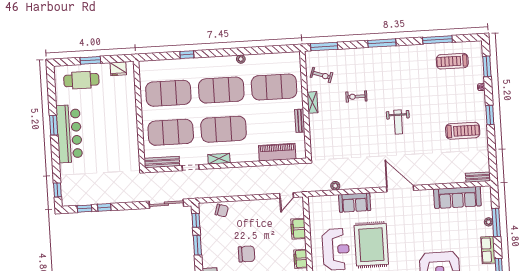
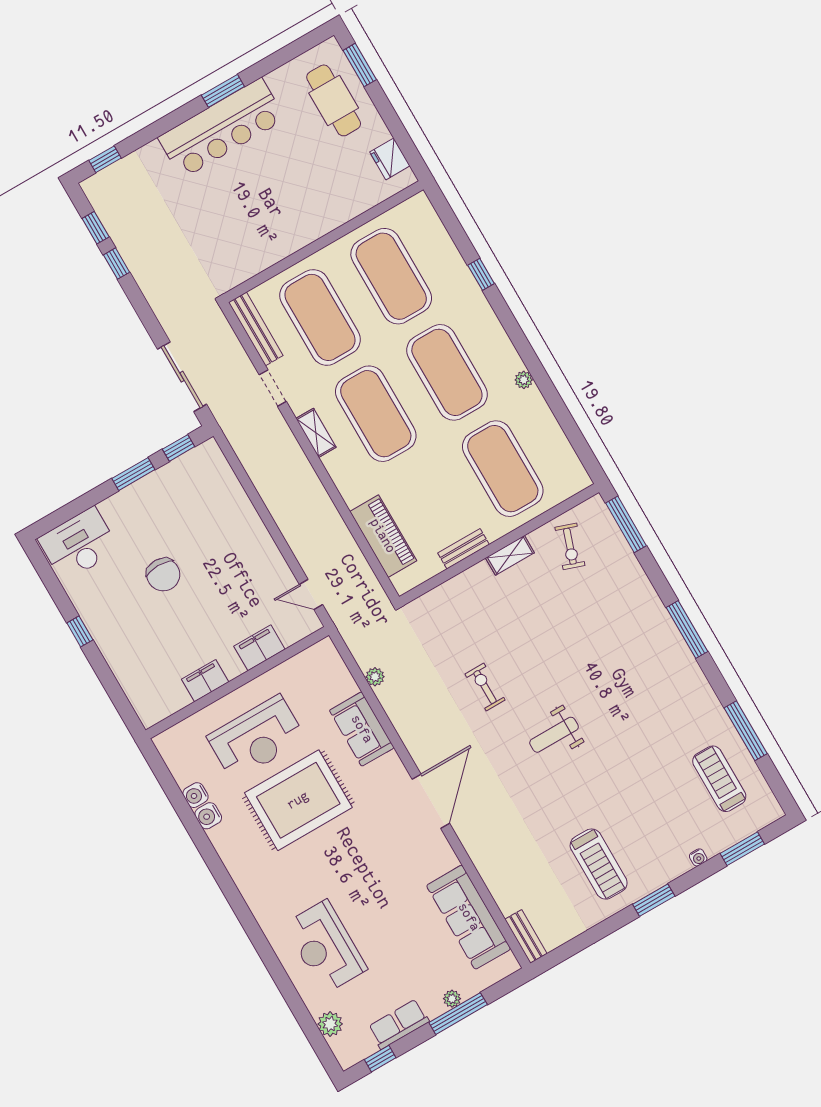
window: (90, 60) -> (360, 65), moved
exercise bike: (356, 97) -> (485, 687), moved
chair: (222, 210) -> (221, 487), removed

